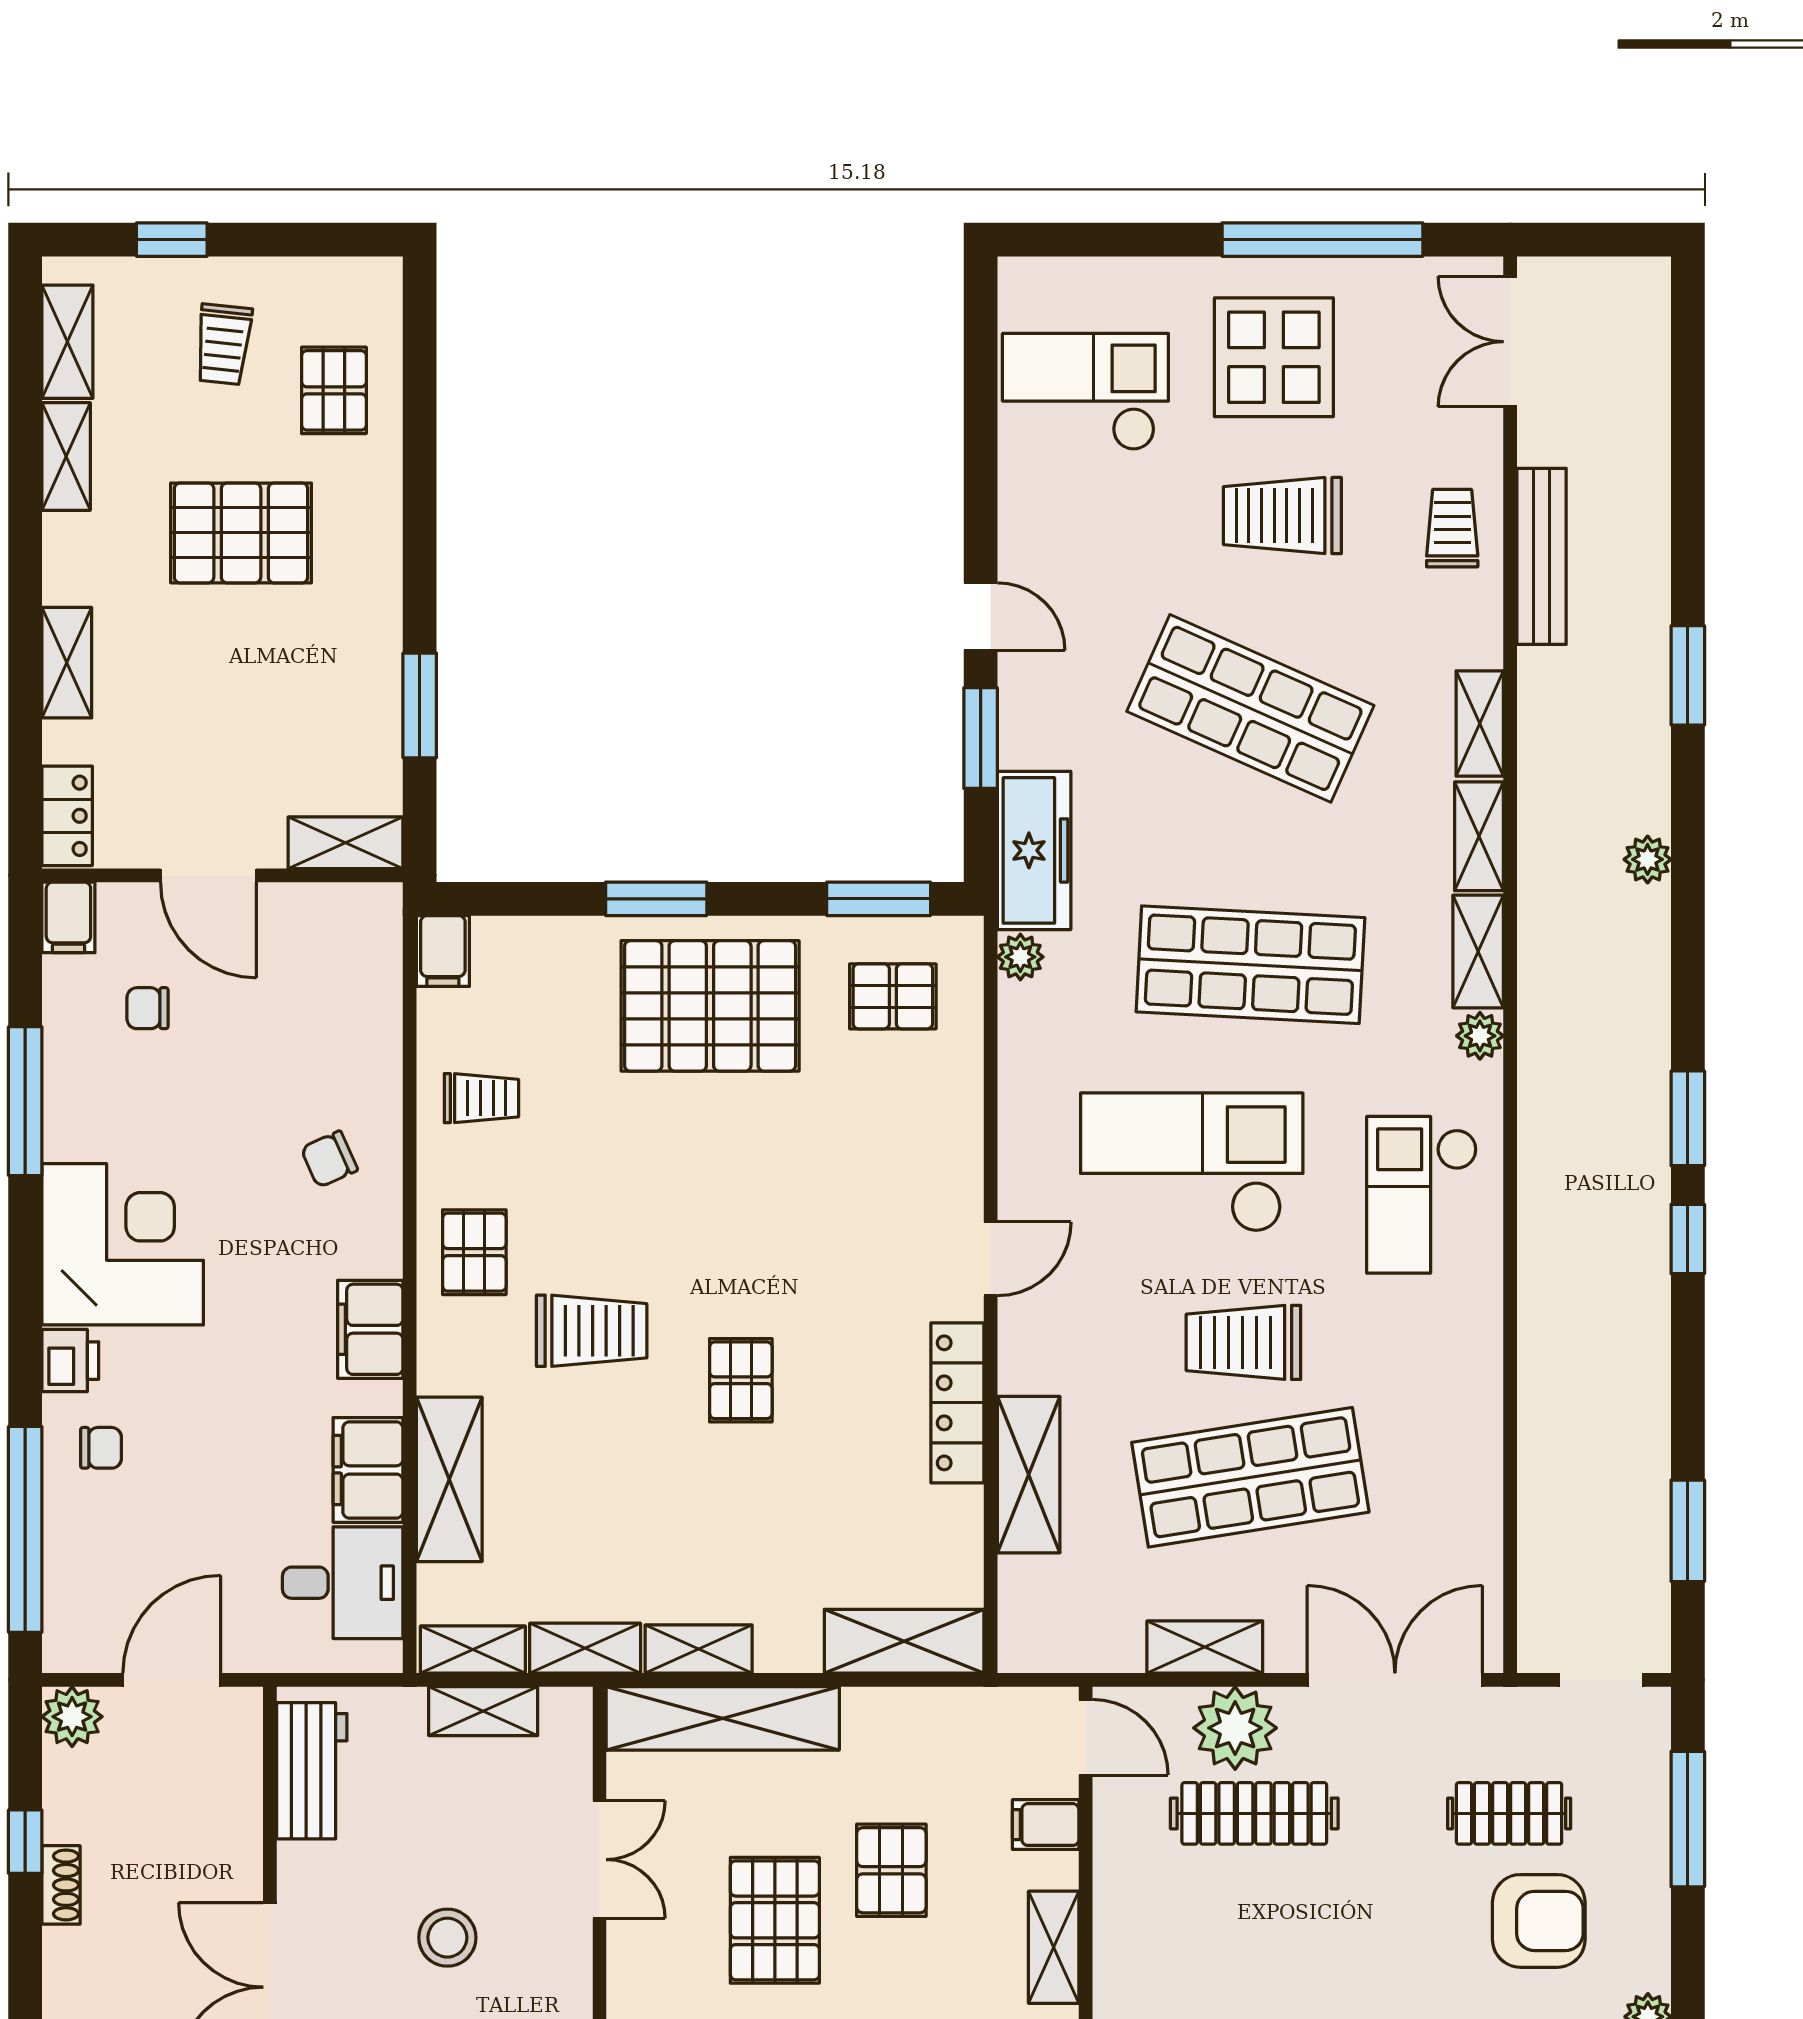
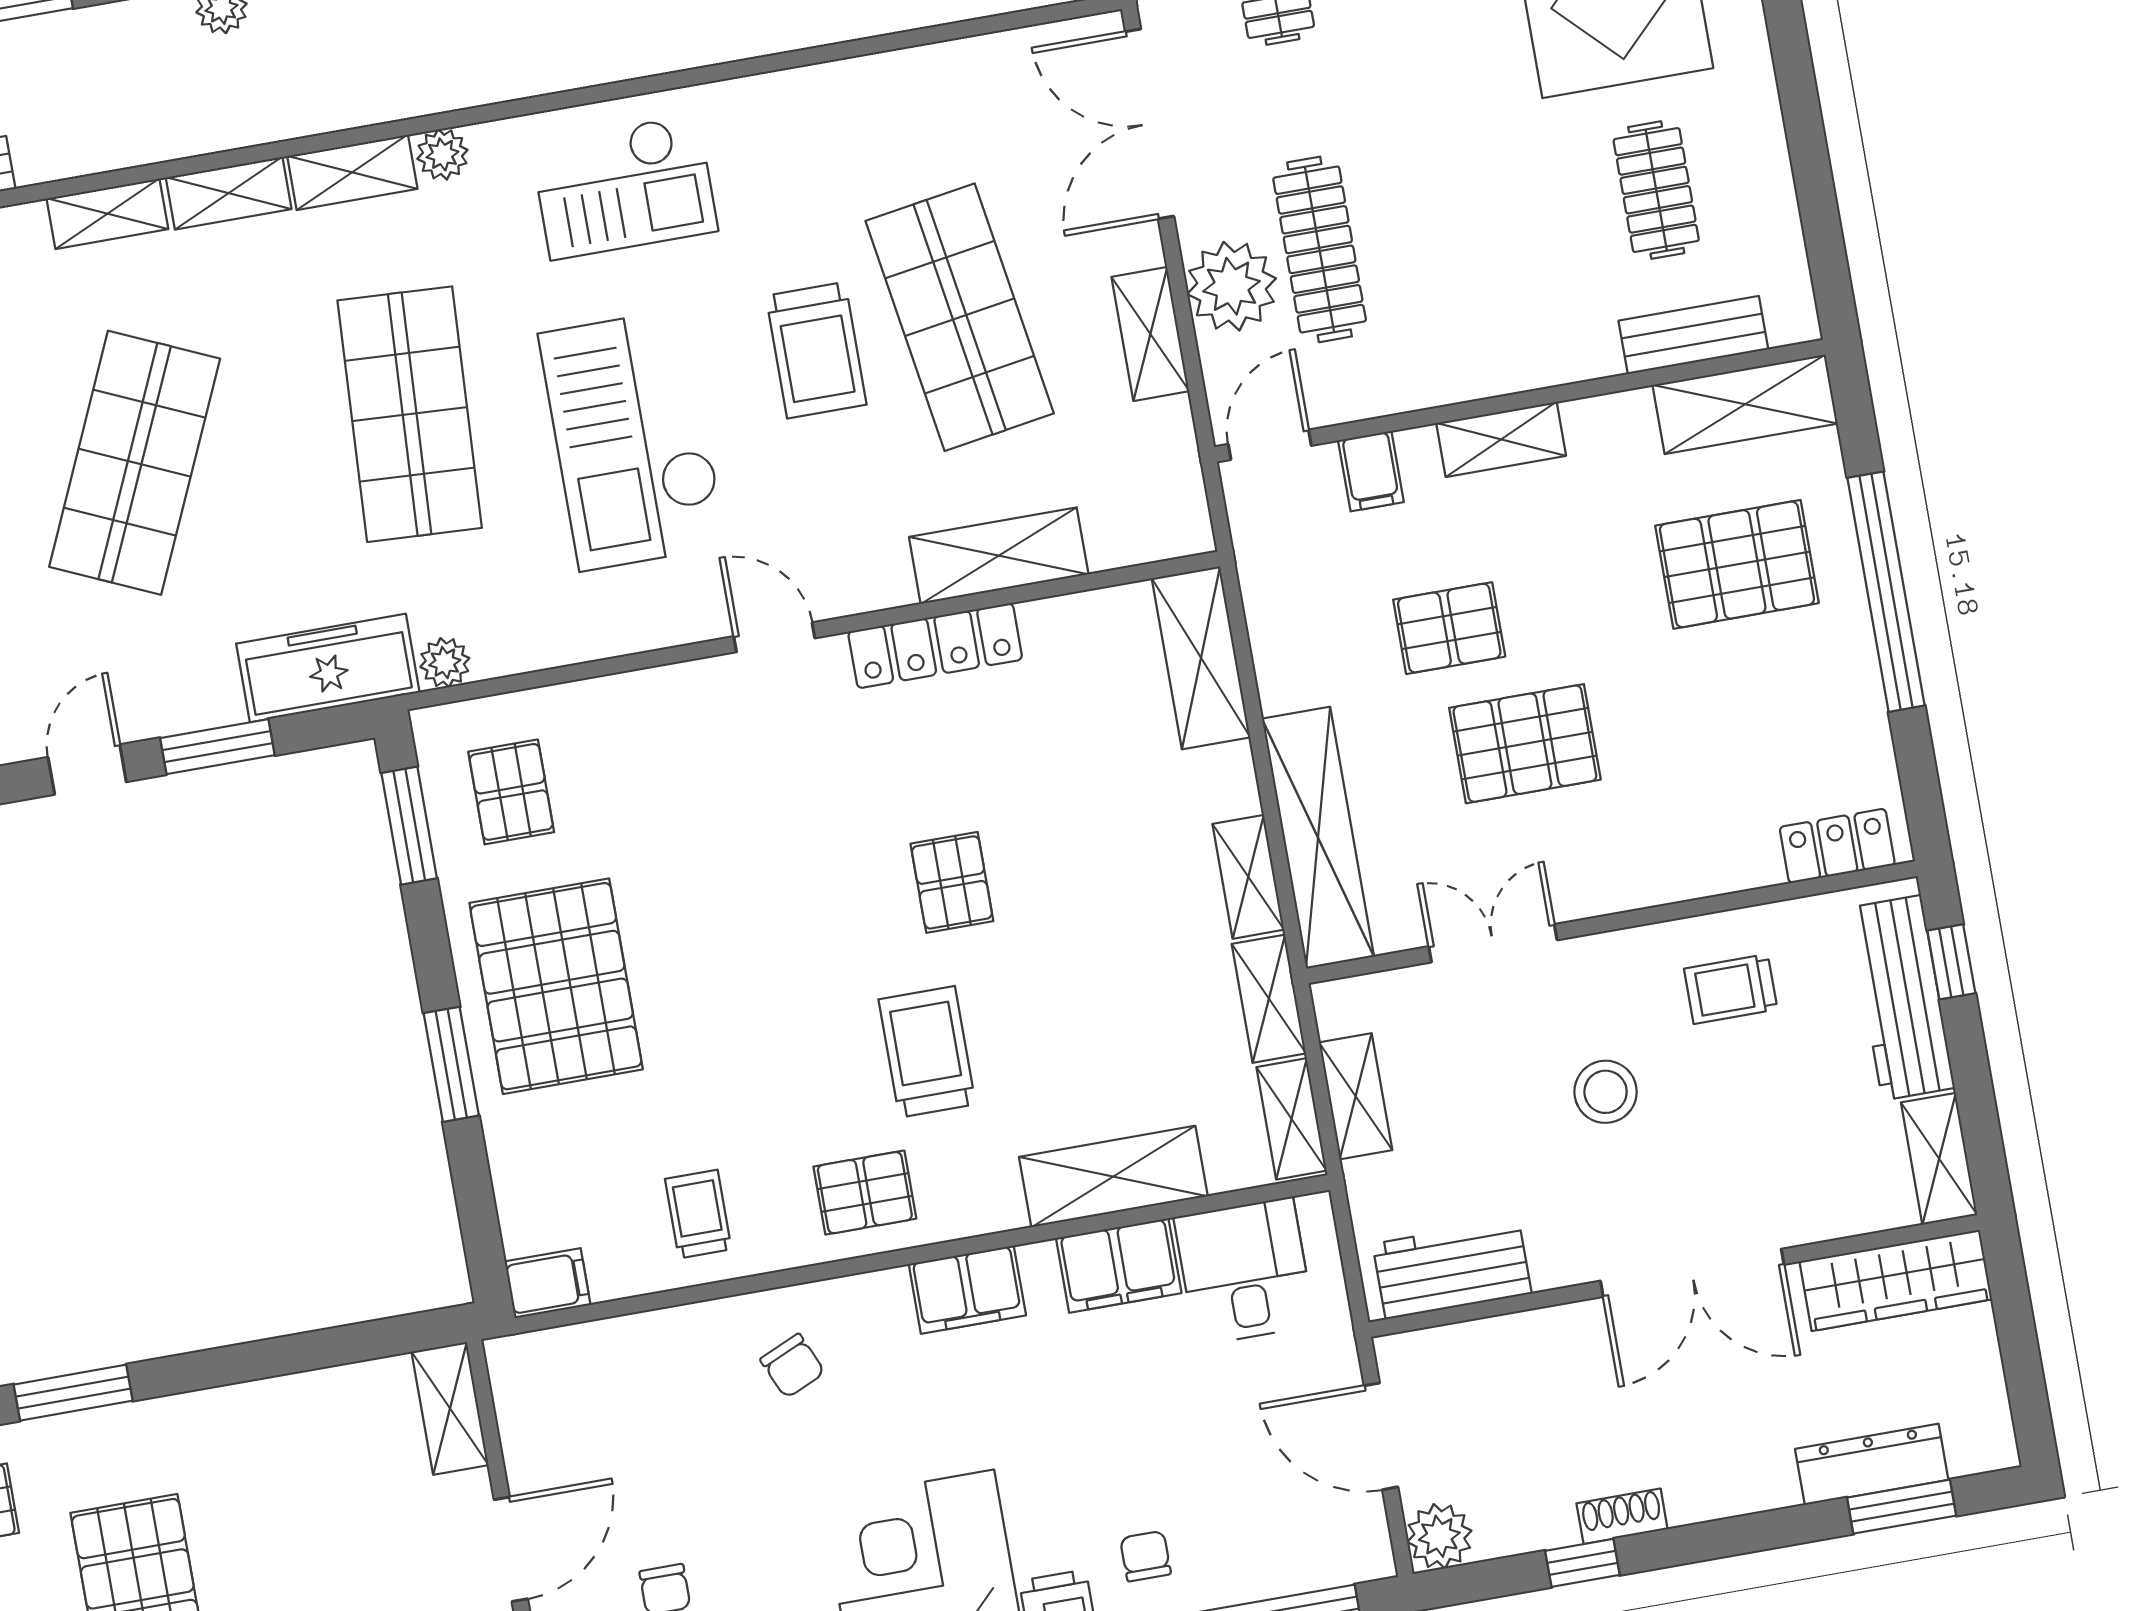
window: (420, 705) -> (73, 1393), moved
pallet: (741, 1380) -> (952, 882), turned 90

